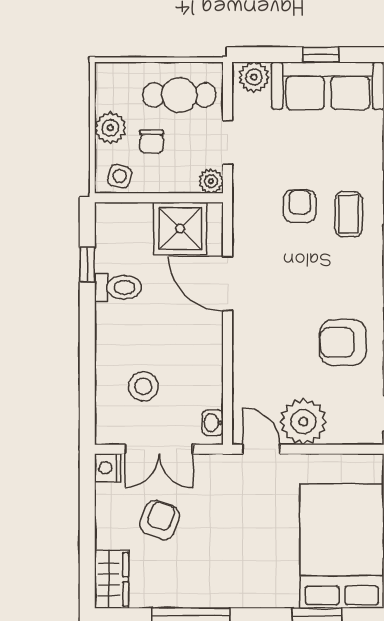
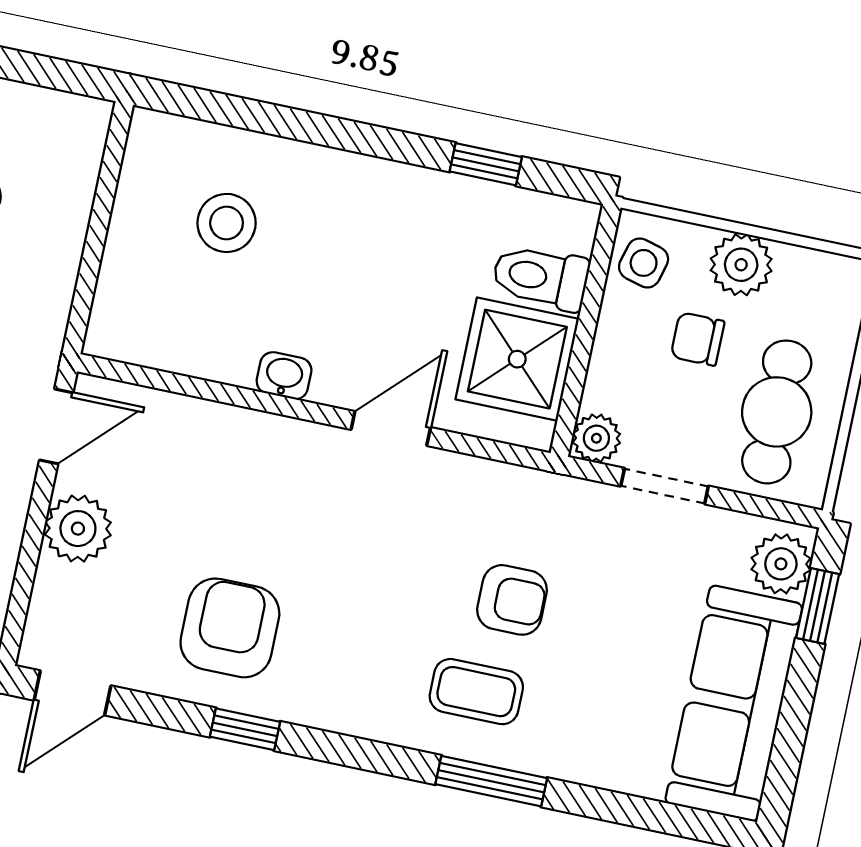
window: (321, 55) -> (818, 606), moved
door: (228, 284) -> (391, 428), width x0.73
toilet: (118, 287) -> (541, 277), moved, turned 90
plant: (303, 422) -> (78, 529), width x0.73, depth x0.73
washbasin: (213, 423) -> (284, 376), moved
double door: (159, 449) -> (98, 228), removed
nightstand: (108, 468) -> (83, 121), removed

